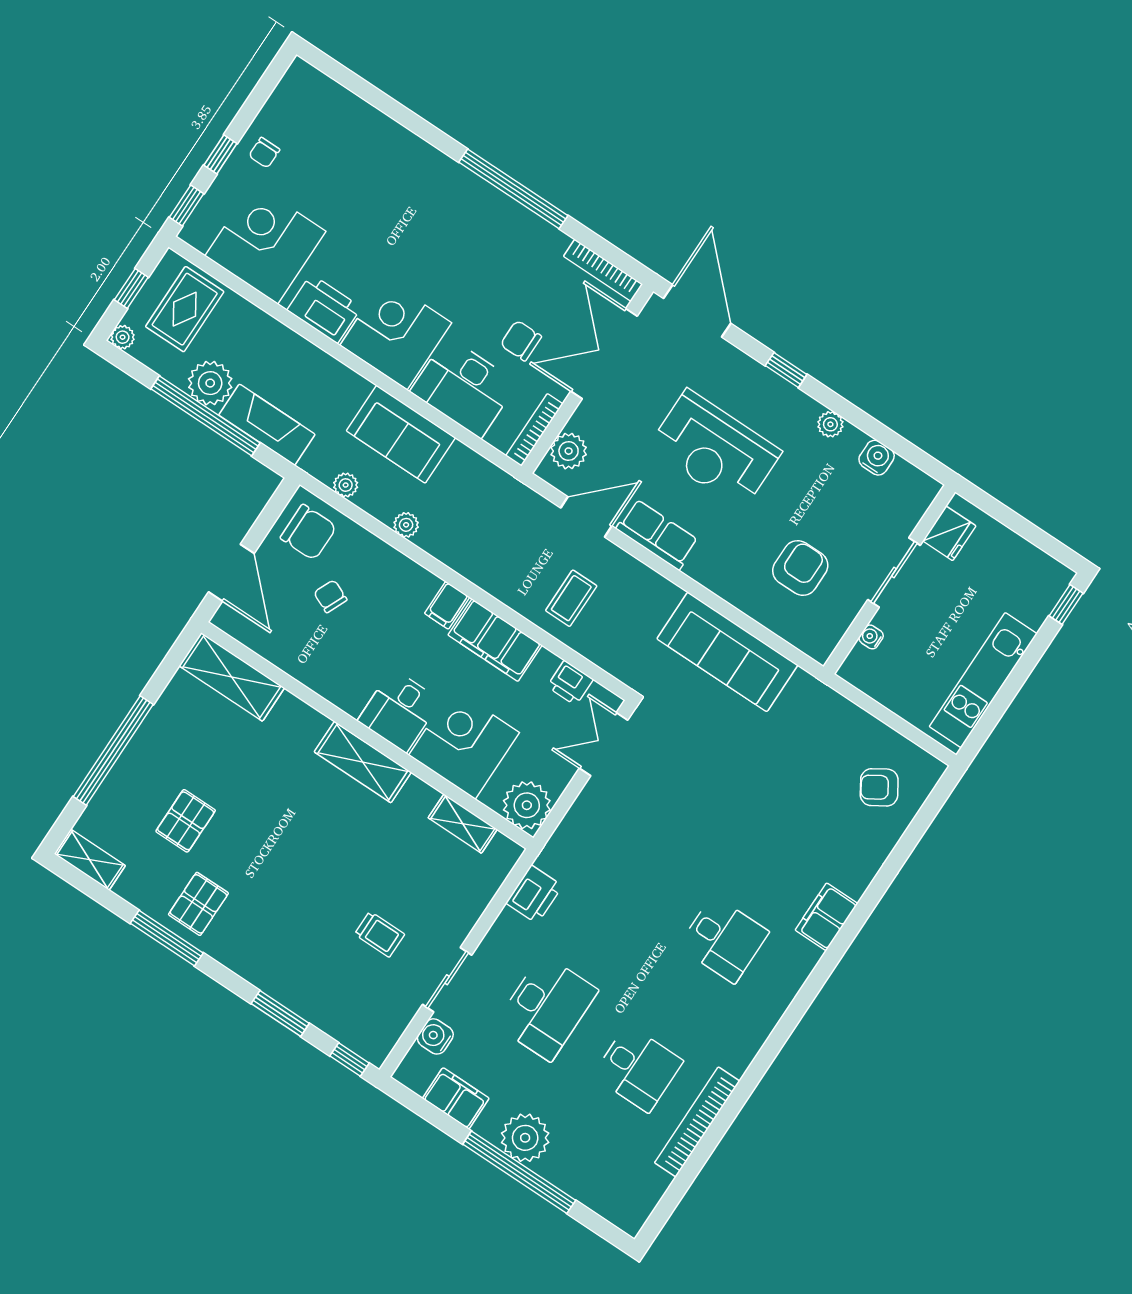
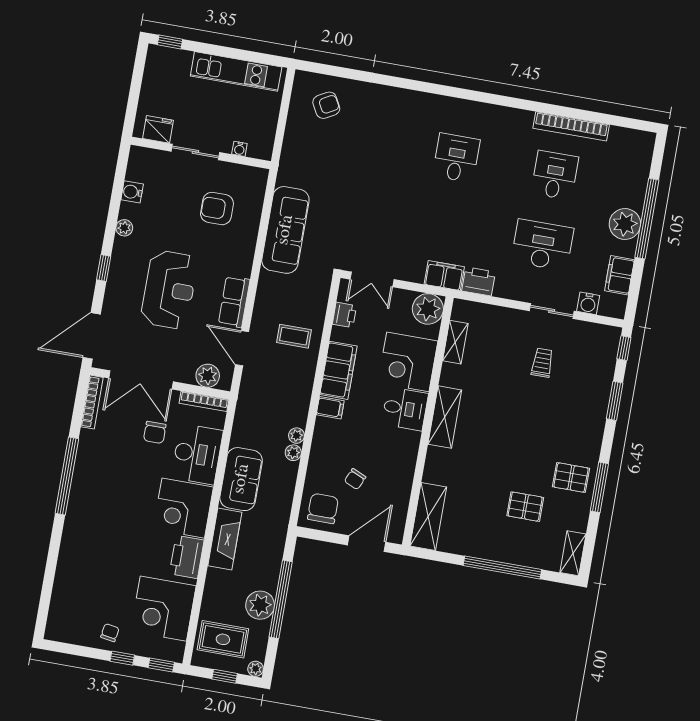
chair: (264, 153) -> (110, 633), turned -81
fireplace: (267, 425) -> (225, 539), moved, turned 180
plant: (346, 485) -> (297, 436), moved
armchair: (879, 787) -> (326, 105), turned -87
filing cabinet: (826, 917) -> (444, 276), moved, turned 180

